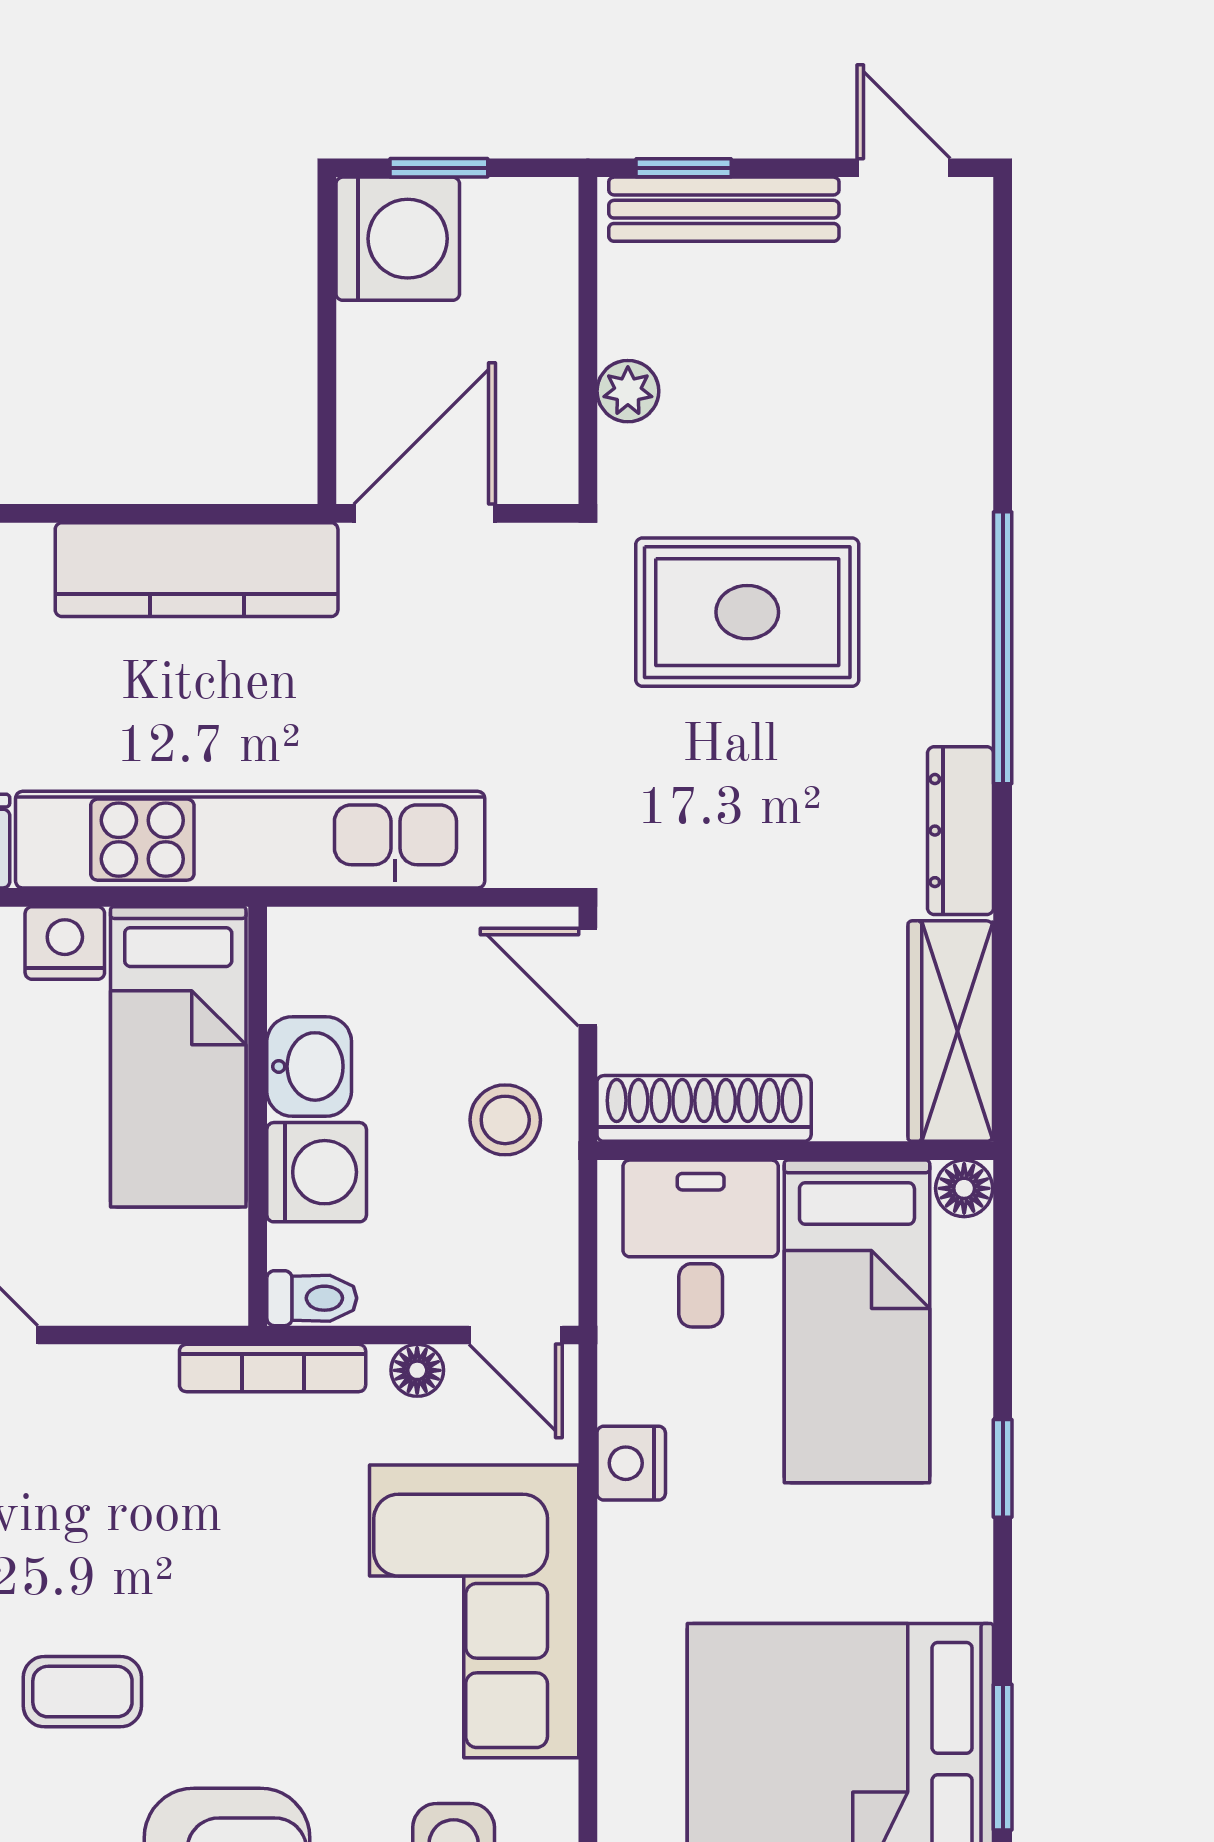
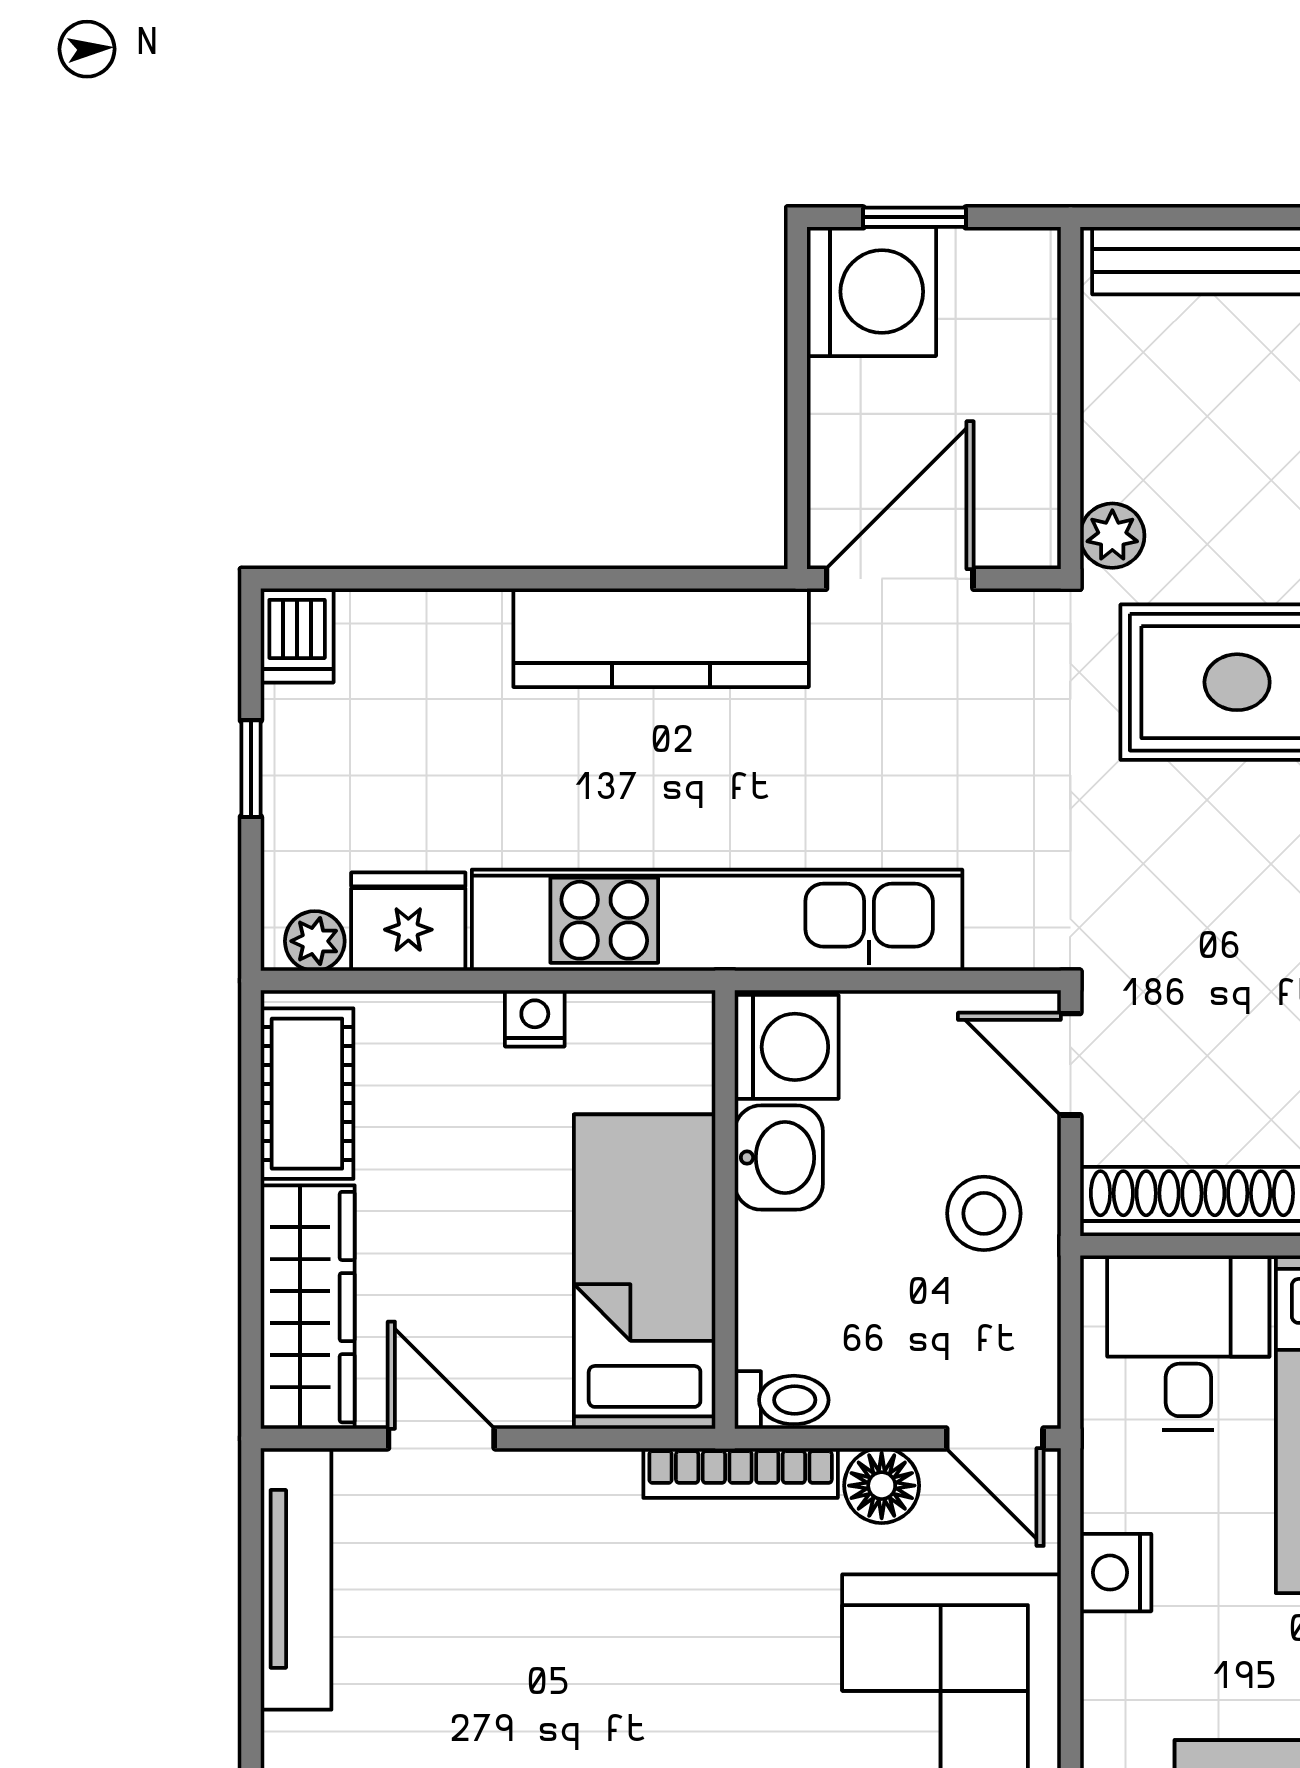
window: (684, 168) -> (1171, 217), removed
plant: (628, 391) -> (1112, 536), moved
nightstand: (65, 943) -> (535, 1018), width x0.72, depth x0.74
bed: (178, 1057) -> (645, 1272), moved, turned 180
washing machine: (317, 1172) -> (787, 1047), moved
floor lamp: (417, 1370) -> (882, 1486), width x1.37, depth x1.37

